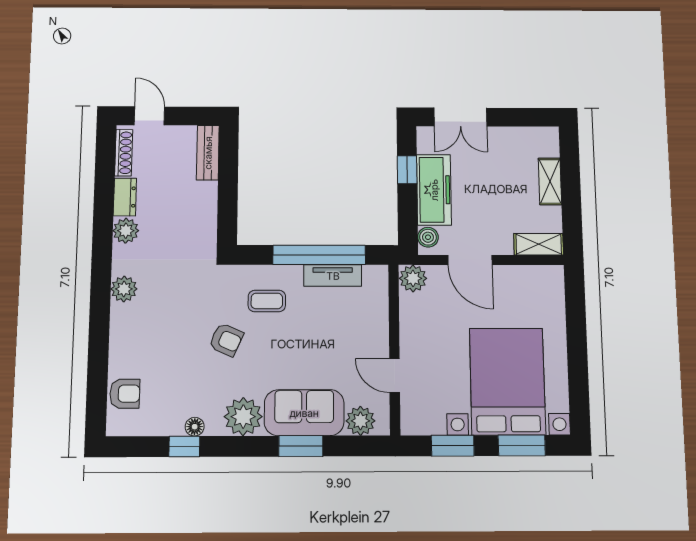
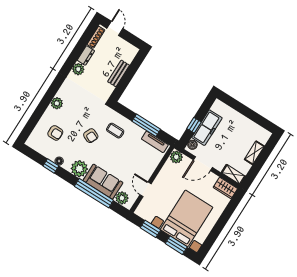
double door: (460, 117) -> (236, 105), removed
bench: (208, 153) -> (119, 73), moved
window: (407, 170) -> (194, 125), moved
window: (319, 255) -> (146, 125), width x0.68
door: (470, 260) -> (203, 164), hinge flipped
tv unit: (333, 276) -> (155, 142), moved
wardrobe: (541, 278) -> (225, 188), added
plant: (124, 289) -> (57, 103), moved
armchair: (125, 394) -> (55, 133), moved
window: (301, 446) -> (94, 193), width x2.11

